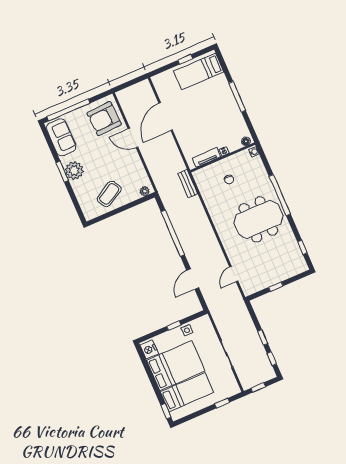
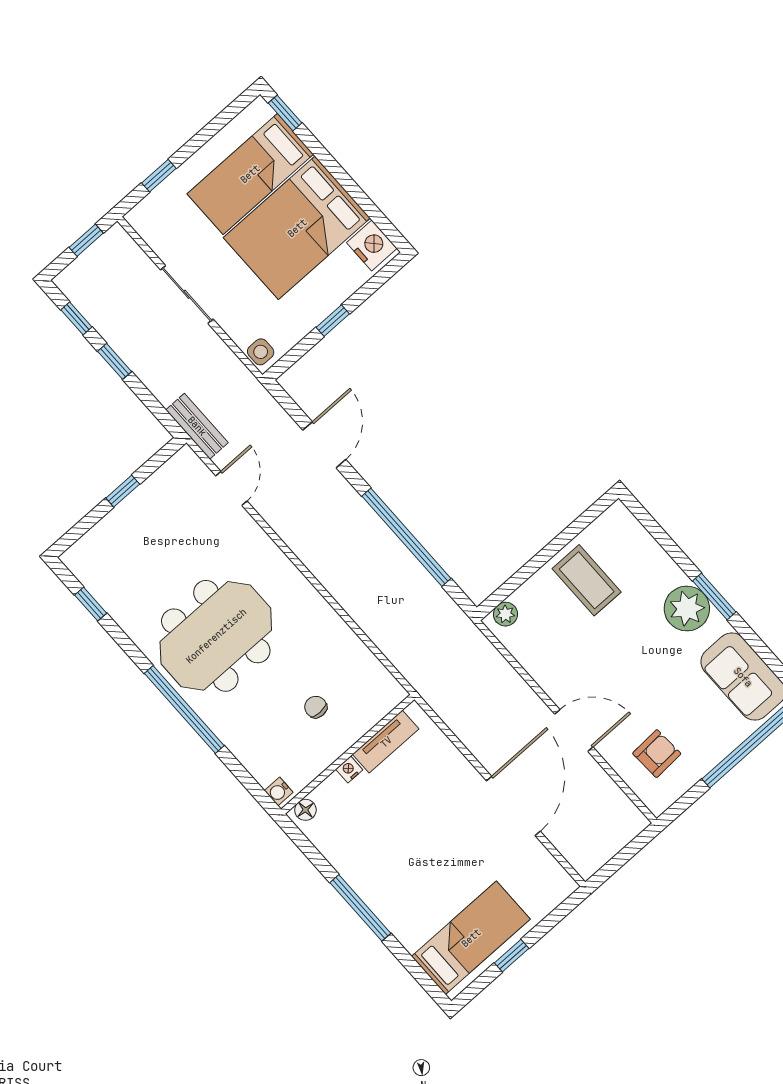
armchair: (104, 119) -> (657, 754), width x0.53, depth x0.53
bench: (188, 184) -> (197, 426), moved
coffee table: (109, 194) -> (587, 580), turned -61
side table: (187, 330) -> (261, 352), moved

